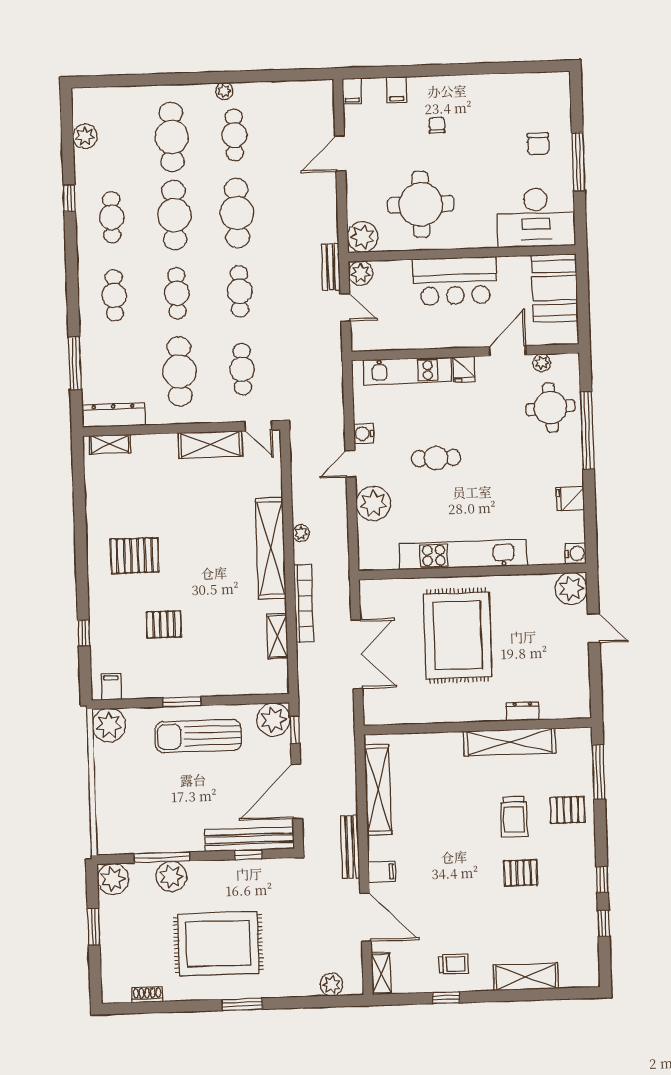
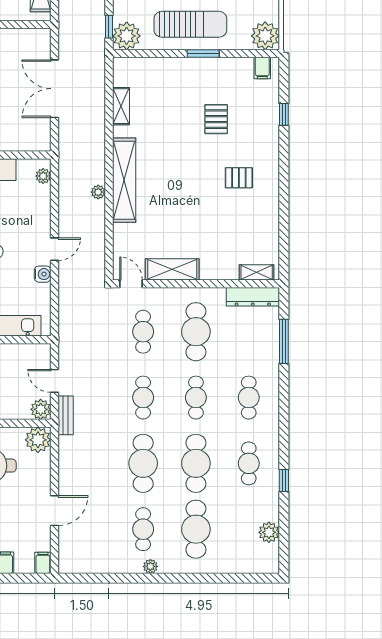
plant: (373, 504) -> (43, 176), moved, width x0.53, depth x0.53
pallet: (135, 556) -> (239, 178), width x0.67, depth x0.71
bookcase: (304, 603) -> (98, 133), removed
pallet: (164, 624) -> (216, 119), turned 90

